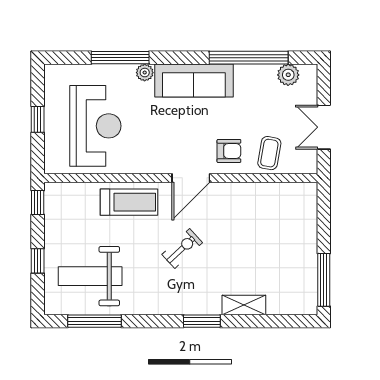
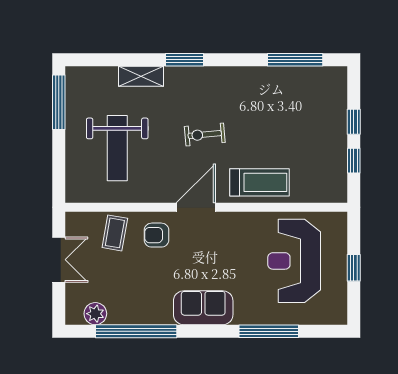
plant: (145, 73) -> (243, 316), removed
sofa: (194, 81) -> (203, 308), width x0.73
window: (38, 202) -> (354, 161), moved
treadmill: (129, 202) -> (260, 182), turned 180
exercise bike: (182, 249) -> (205, 134), turned 38
weight bench: (90, 276) -> (117, 148), moved, turned 90

